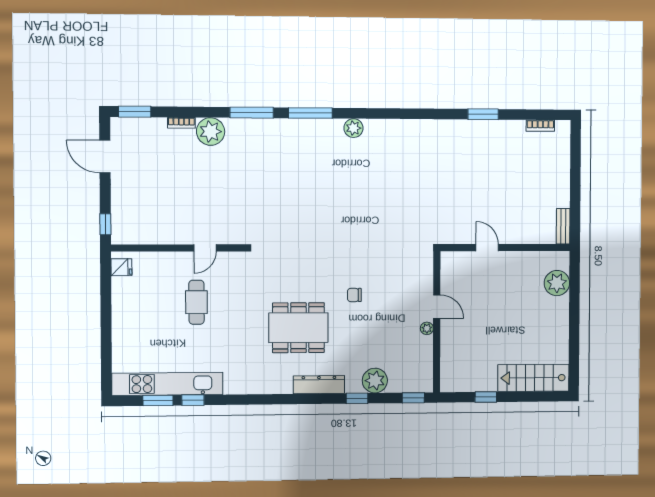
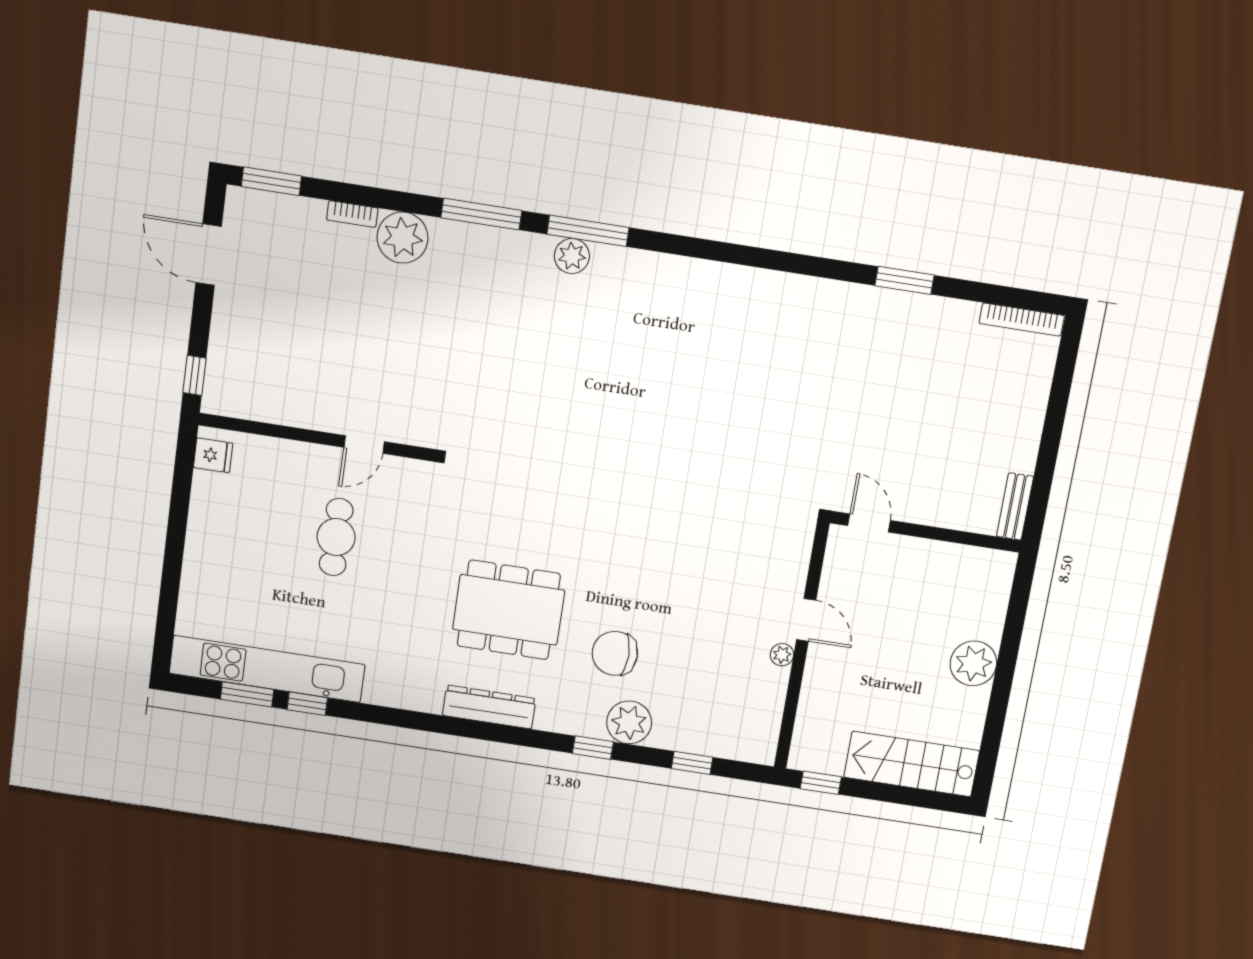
bookcase: (540, 126) -> (1022, 320), width x1.56
plant: (353, 128) -> (572, 256), moved
plant: (557, 283) -> (973, 663), moved
chair: (354, 295) -> (615, 653), moved, width x1.87, depth x1.87
door: (437, 307) -> (806, 620), moved
wall: (437, 322) -> (801, 646), moved
plant: (427, 328) -> (782, 655), moved
dresser: (319, 385) -> (489, 707), moved

